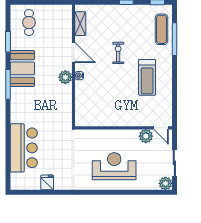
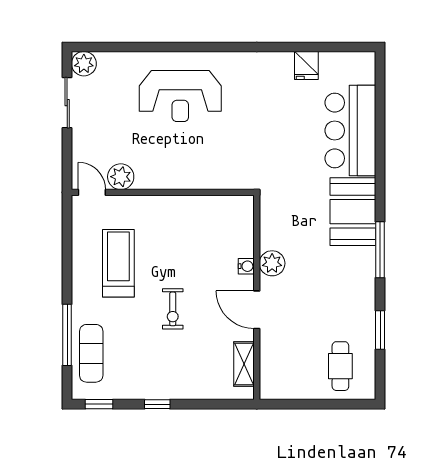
booth: (22, 68) -> (353, 212), moved
wall: (123, 128) -> (163, 192), moved
door: (161, 128) -> (92, 192), moved
plant: (146, 136) -> (121, 177), moved

